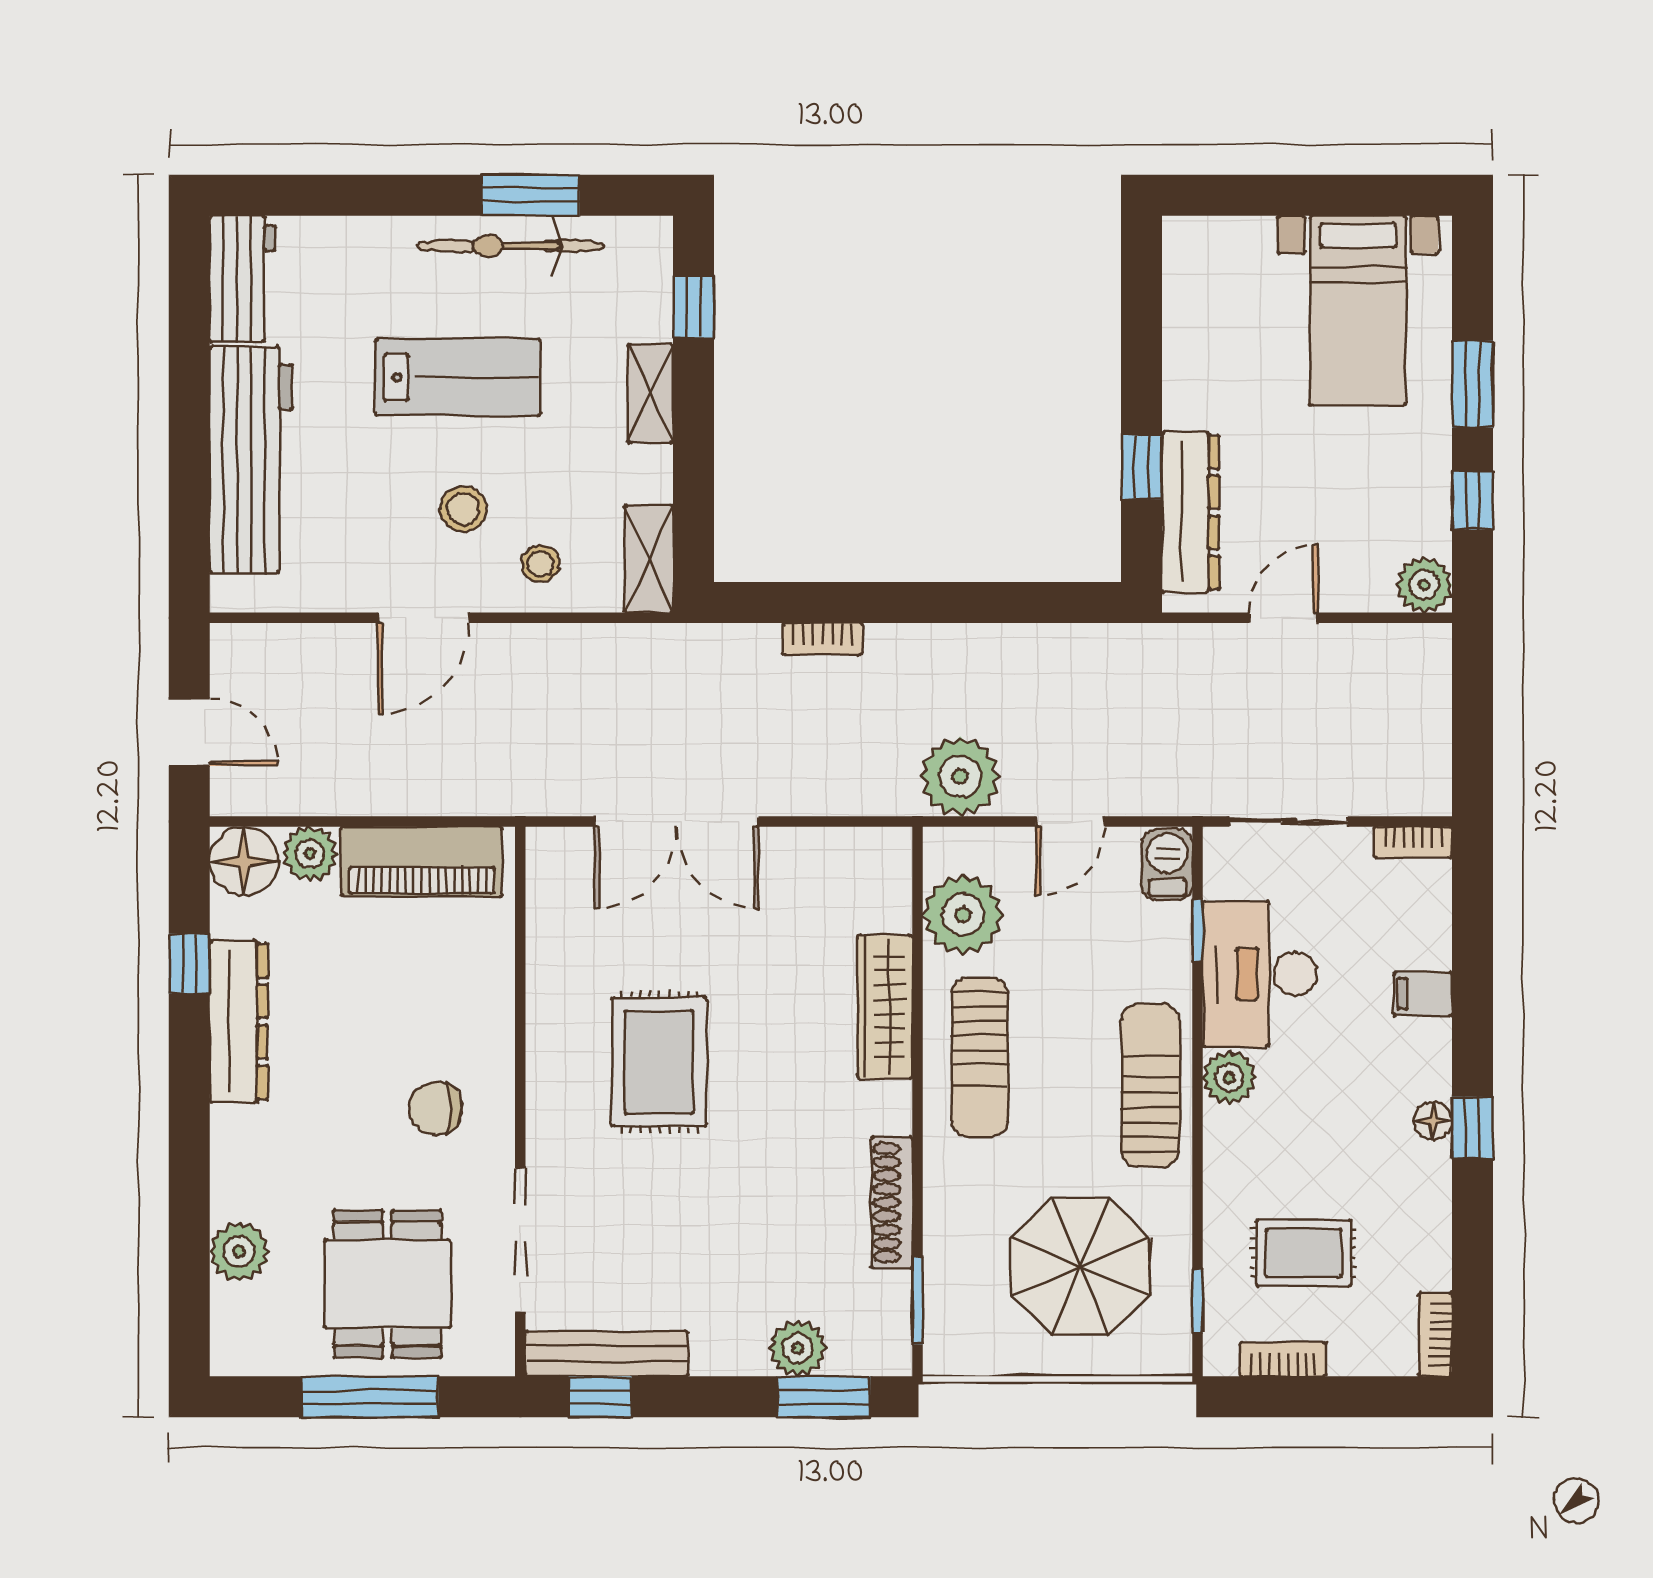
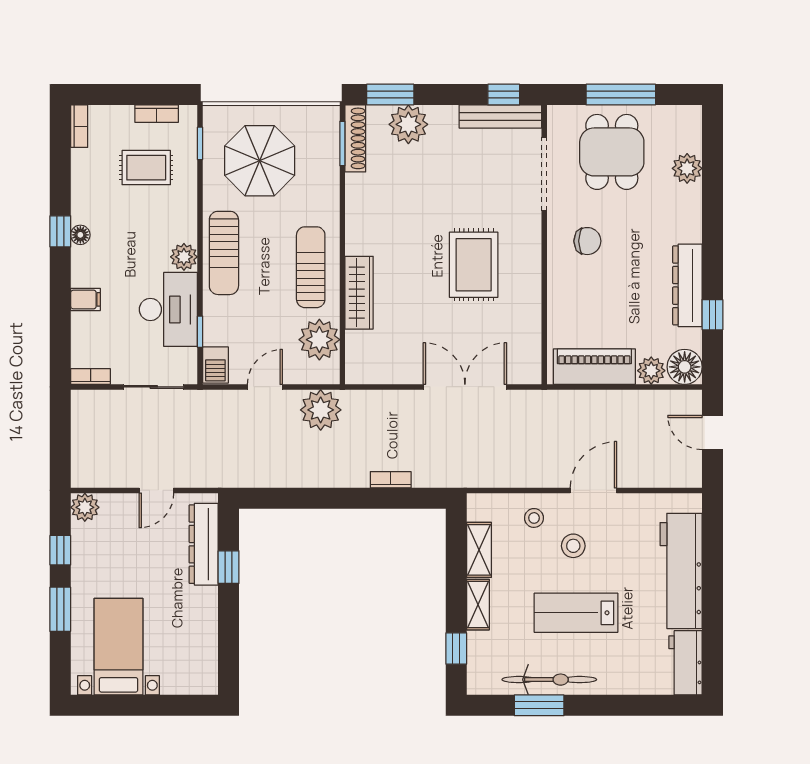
shelving: (649, 559) -> (479, 550), moved
shoe rack: (892, 1203) -> (355, 138), moved
plant: (798, 1348) -> (408, 124), width x1.36, depth x1.36

